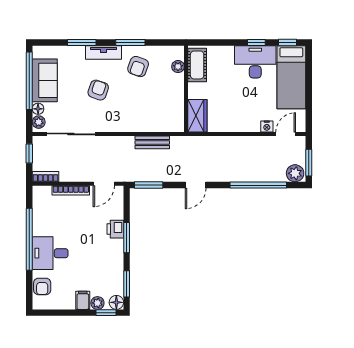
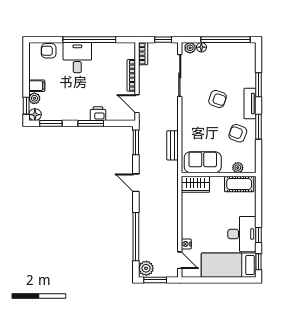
sofa: (45, 80) -> (203, 162), moved, turned 180

